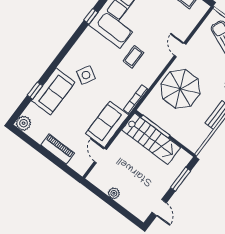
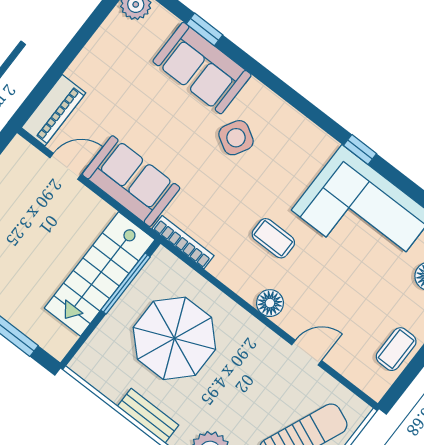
door: (180, 50) -> (307, 353), moved
floor lamp: (164, 58) -> (270, 303), added
parasol: (180, 89) -> (174, 338), moved
piano: (58, 149) -> (53, 110), moved

